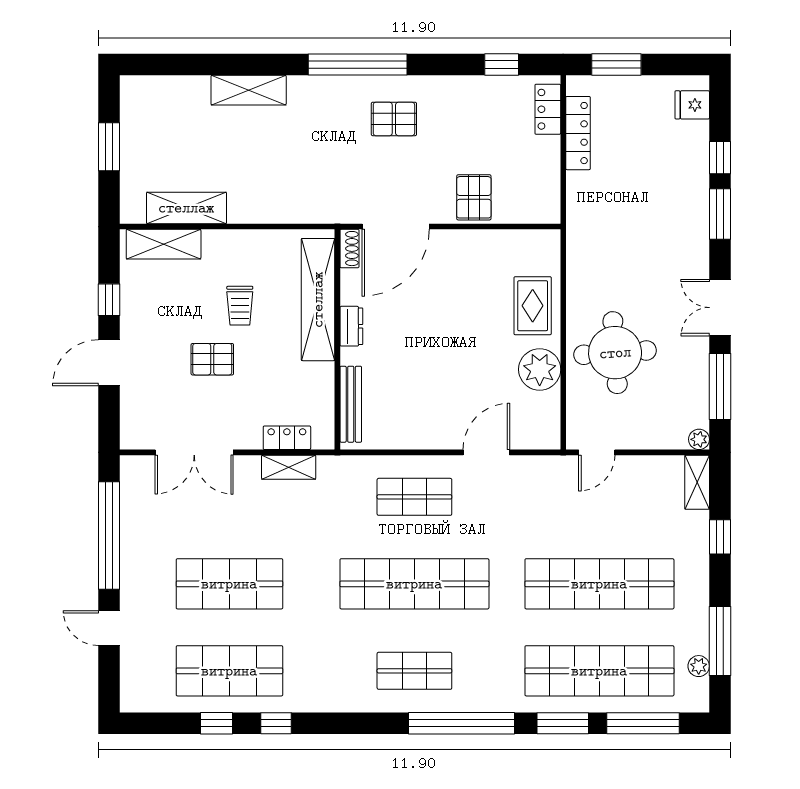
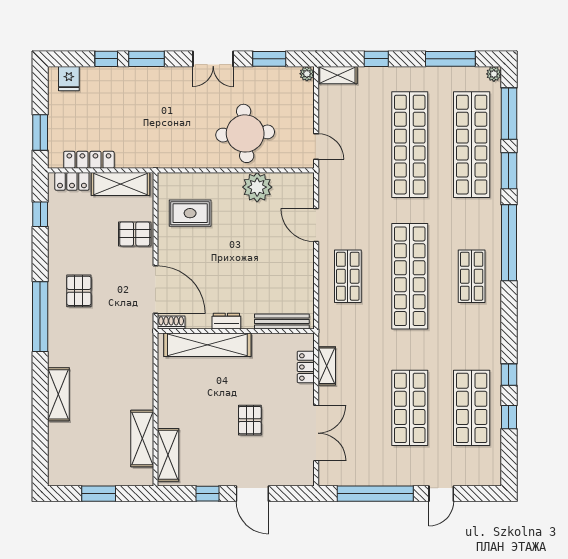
shelving: (544, 177) -> (121, 184), added
trolley: (240, 306) -> (212, 401), removed
rug: (533, 306) -> (190, 213), moved
window: (720, 386) -> (269, 59), width x0.69
plant: (699, 666) -> (494, 74), moved

